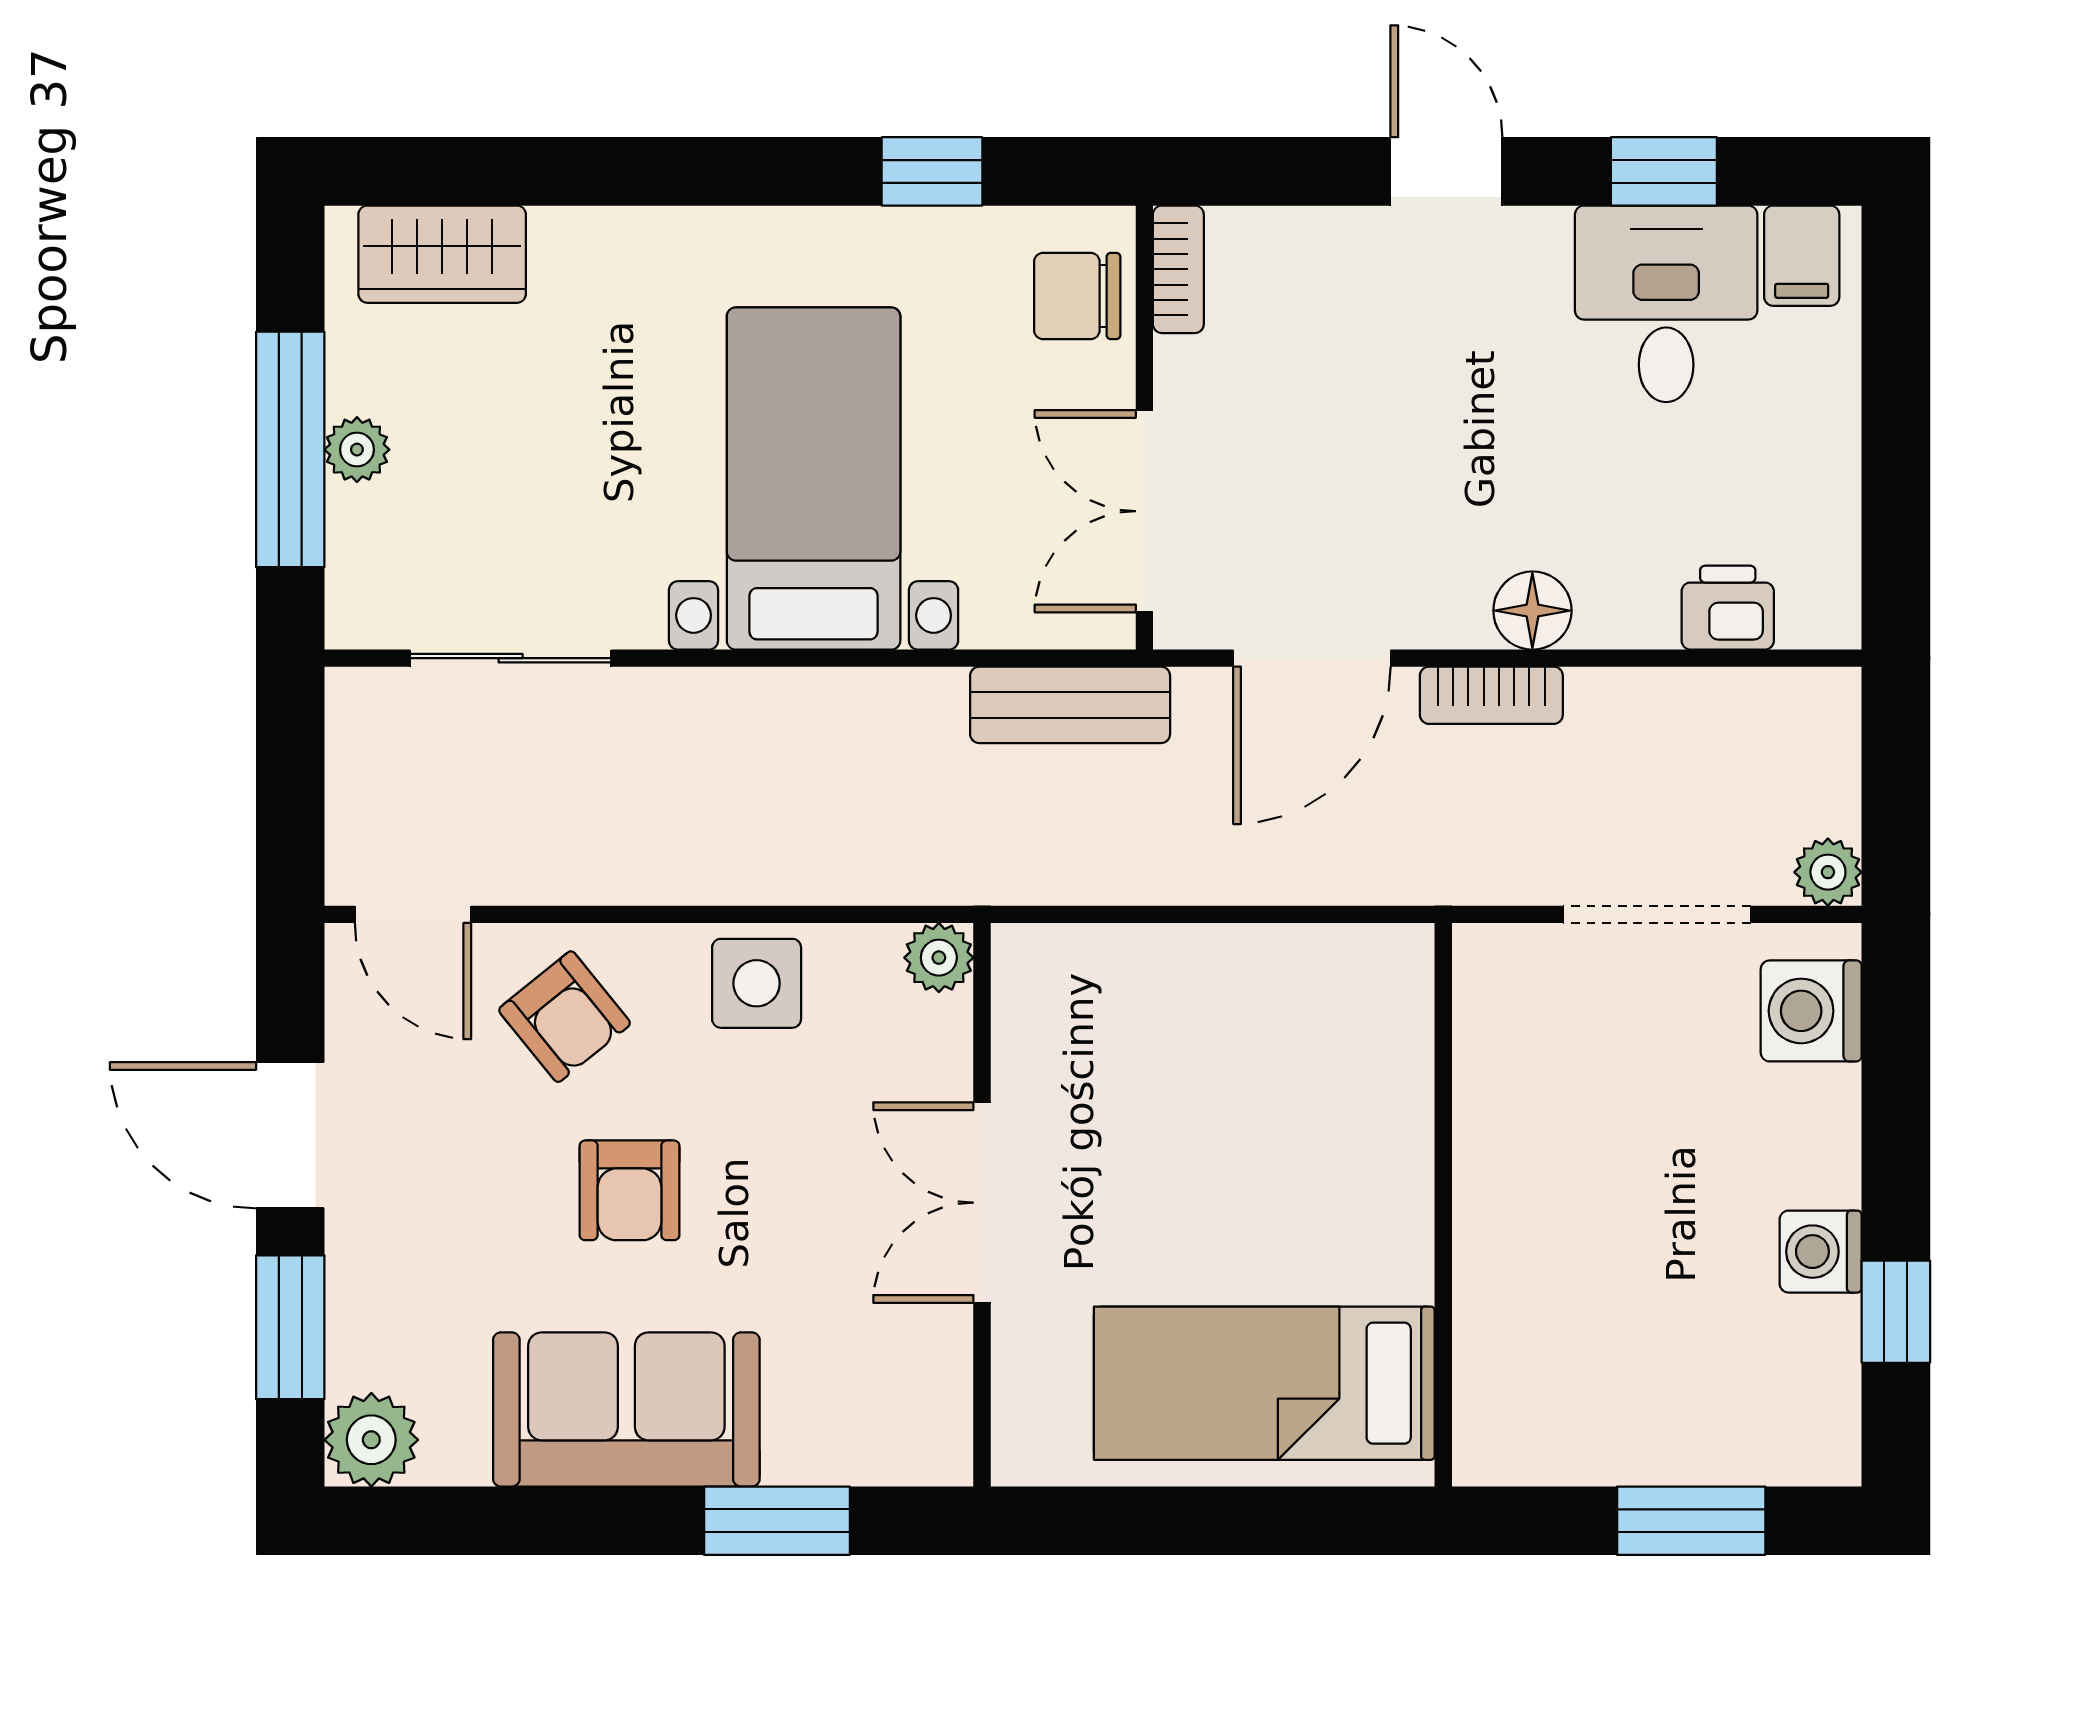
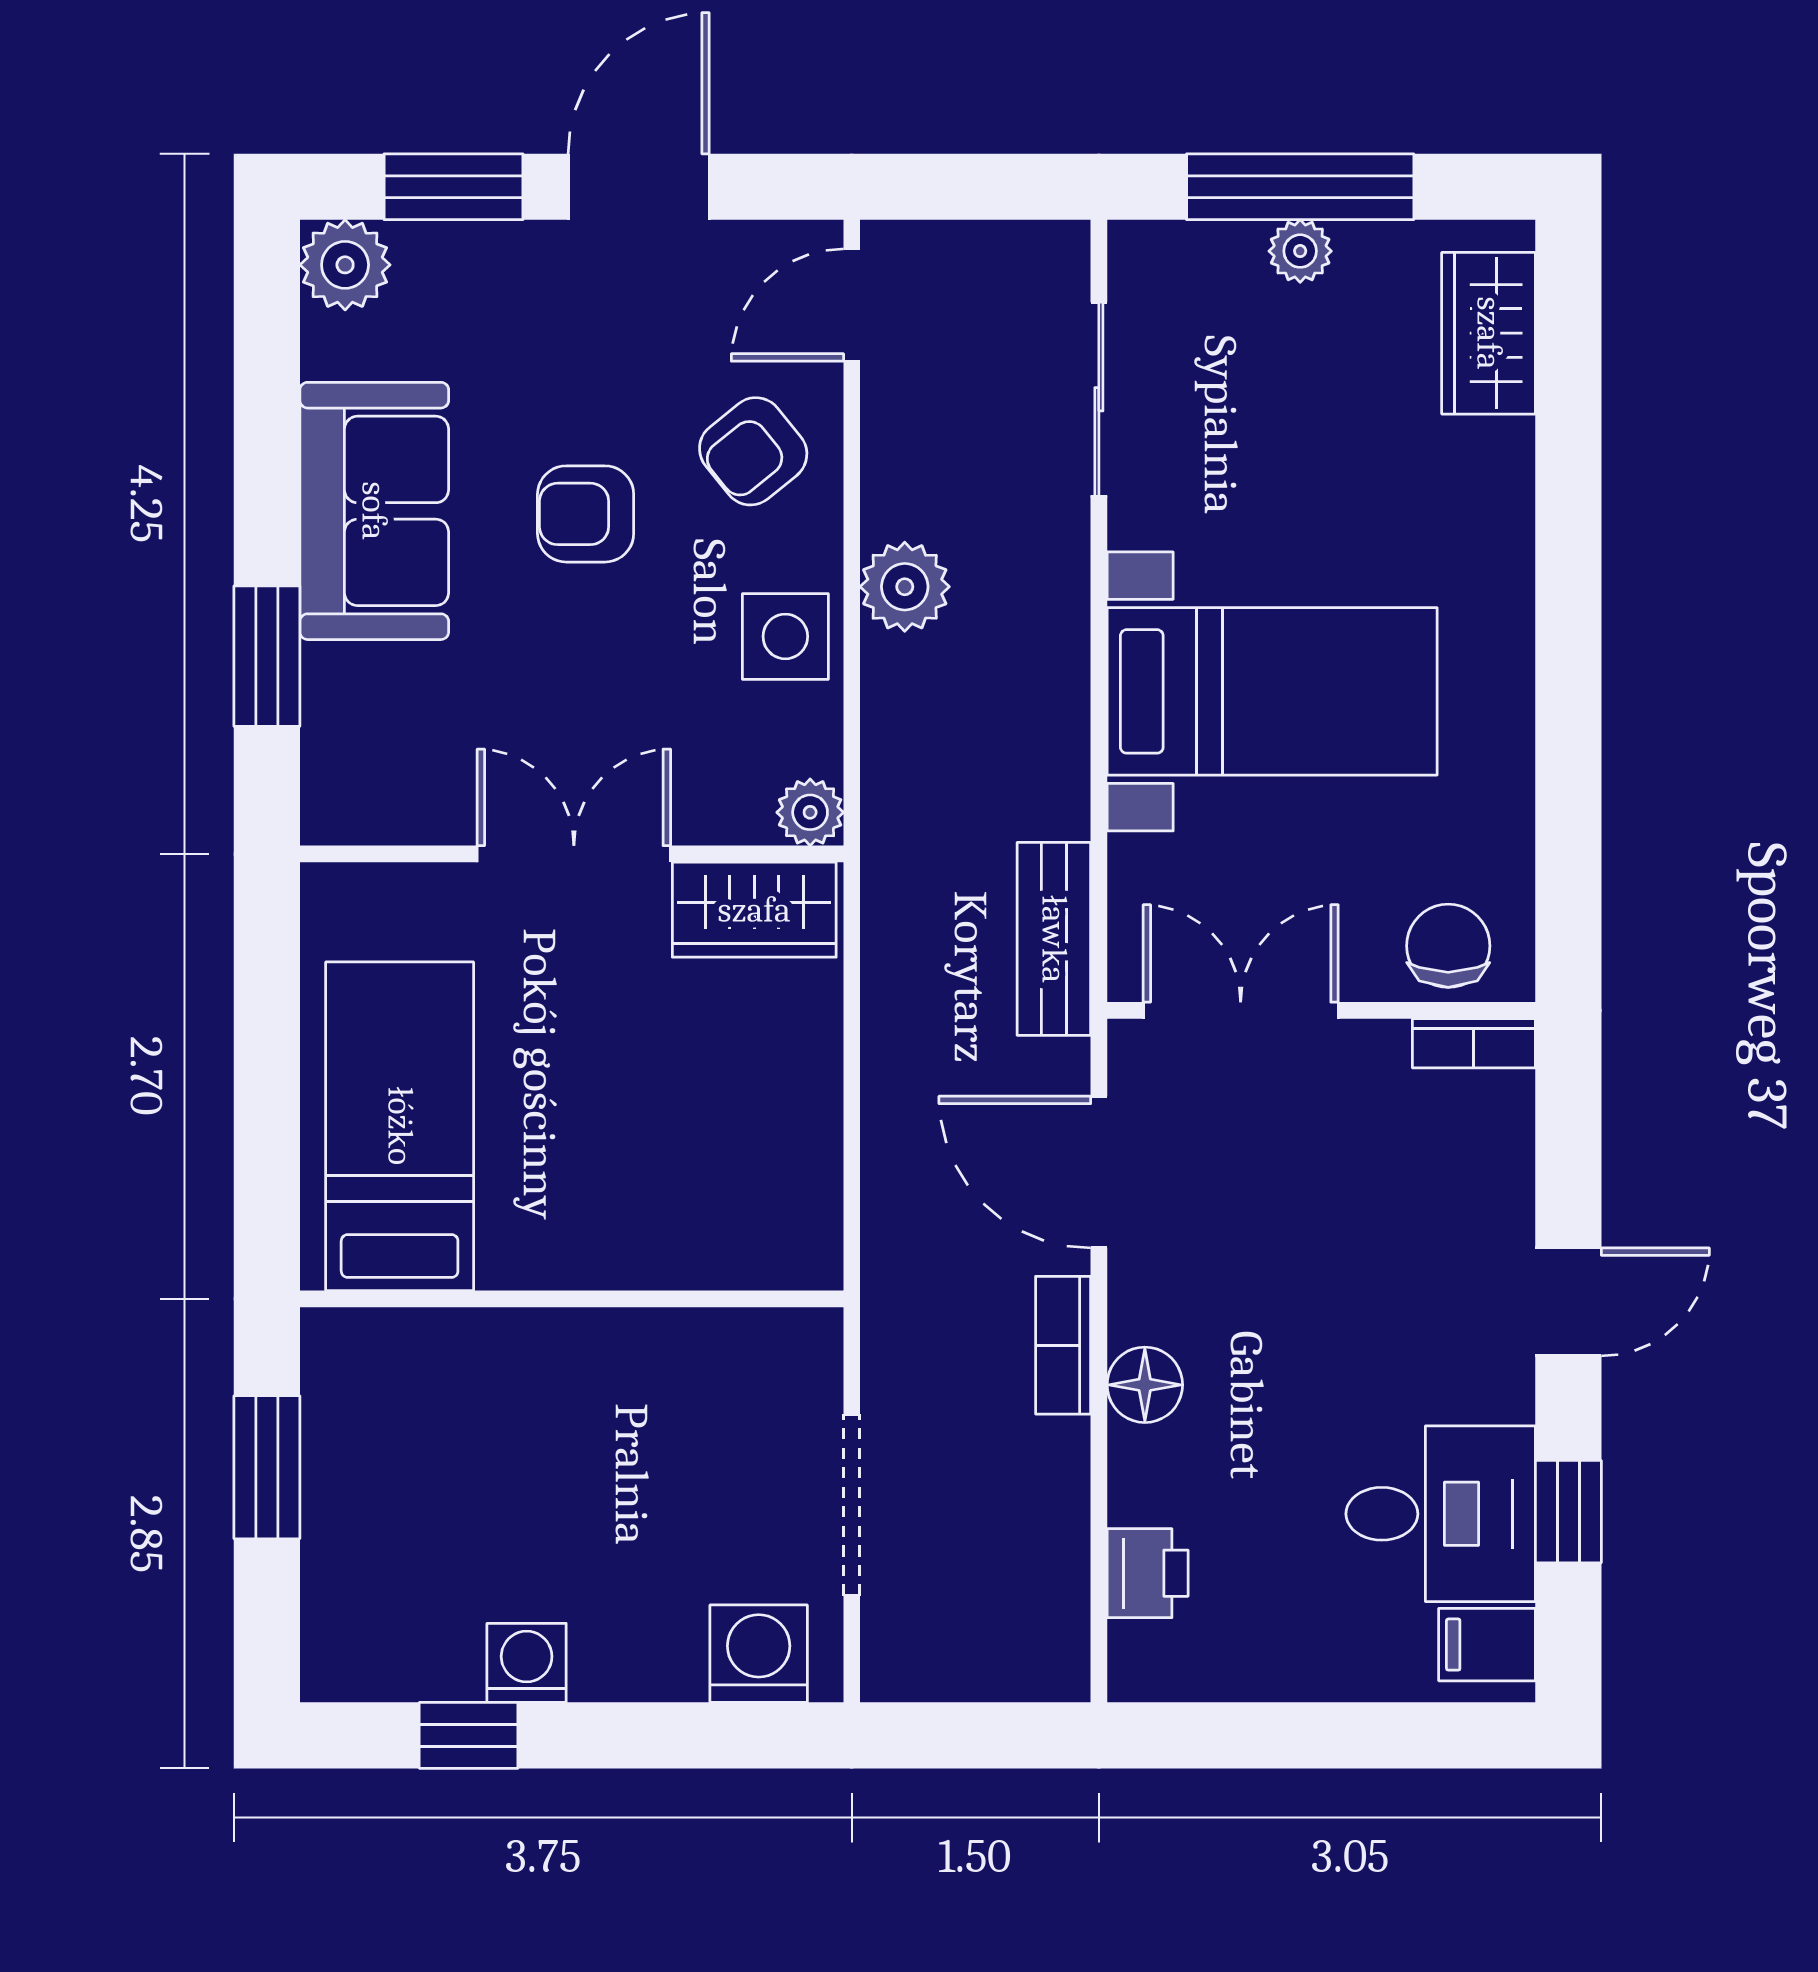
window: (932, 171) -> (1568, 806), removed
plant: (1828, 872) -> (905, 587), moved, width x1.38, depth x1.38
wardrobe: (1040, 1016) -> (754, 910), added
window: (1691, 1521) -> (267, 1467), moved

